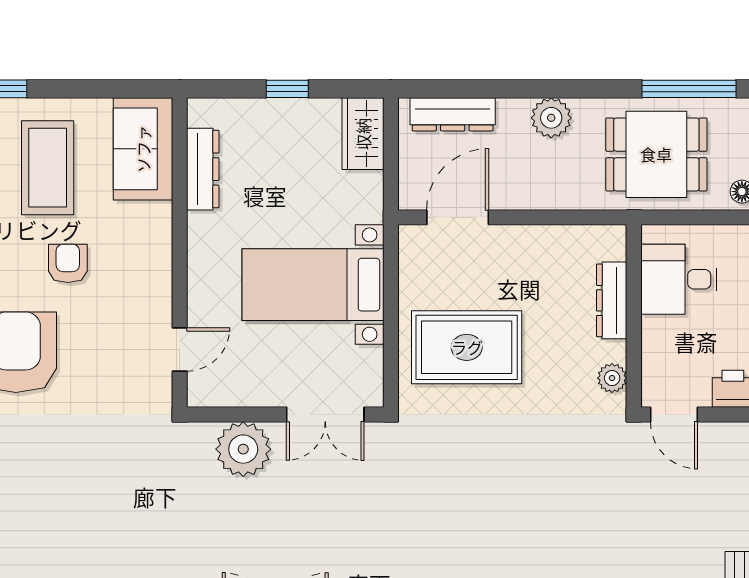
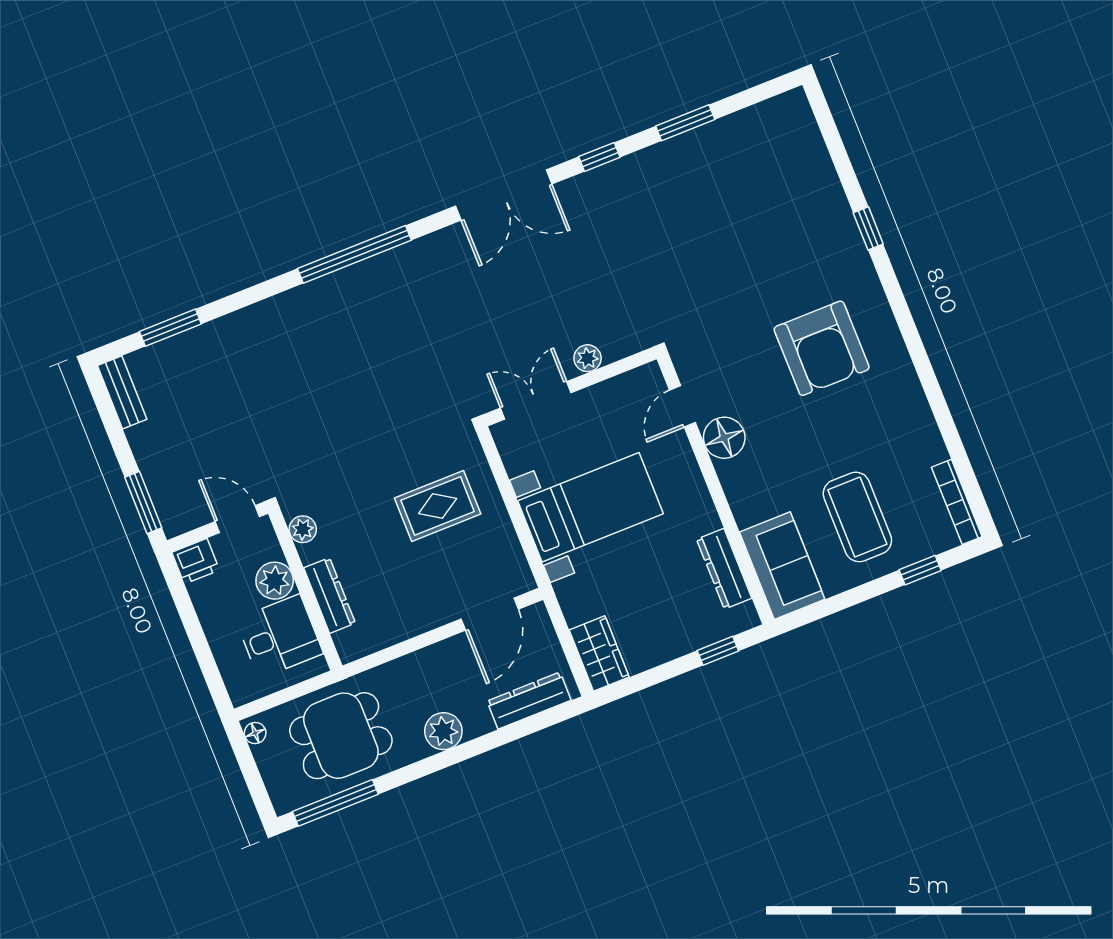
window: (287, 89) -> (718, 651), moved
armchair: (68, 263) -> (808, 442), removed
floor lamp: (150, 301) -> (724, 438), added
plant: (661, 337) -> (275, 581), added
rug: (467, 347) -> (438, 506), width x0.73, depth x0.70
plant: (243, 449) -> (588, 358), width x0.53, depth x0.53

